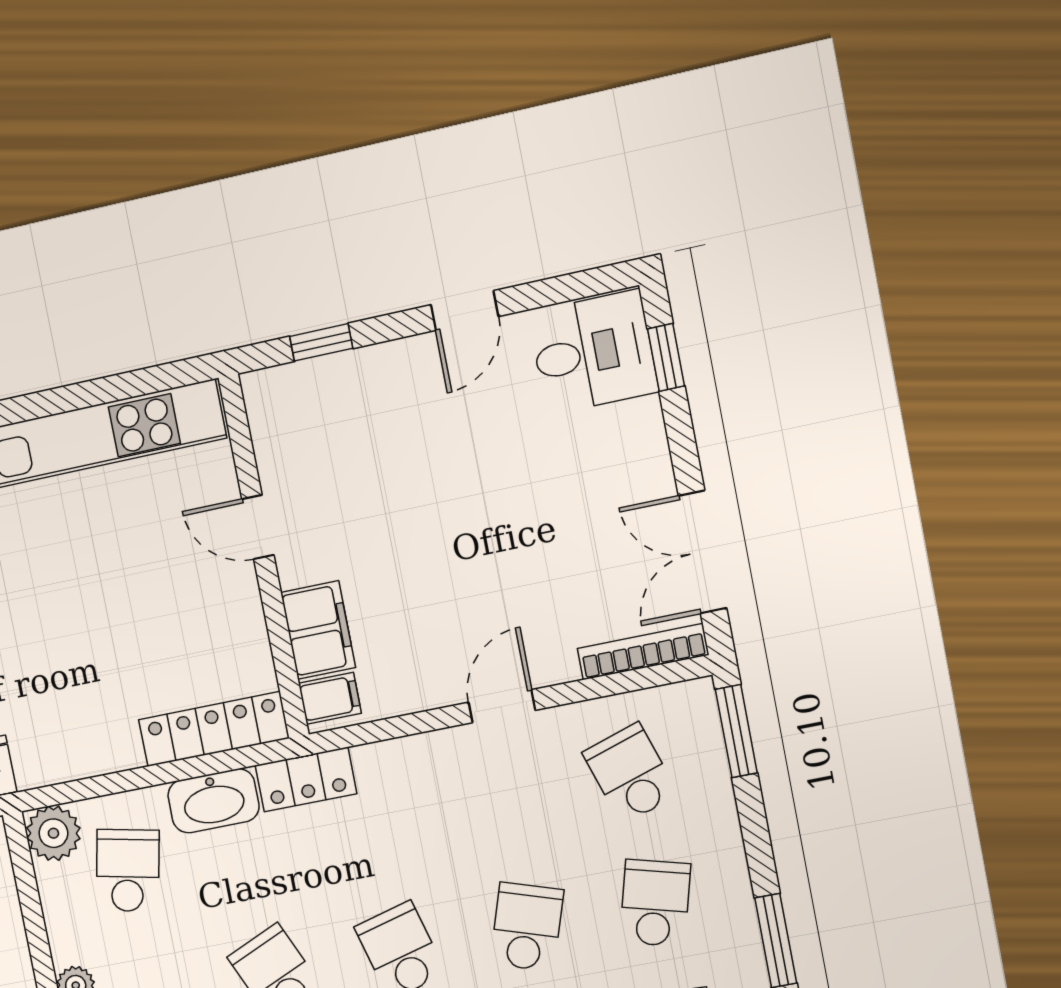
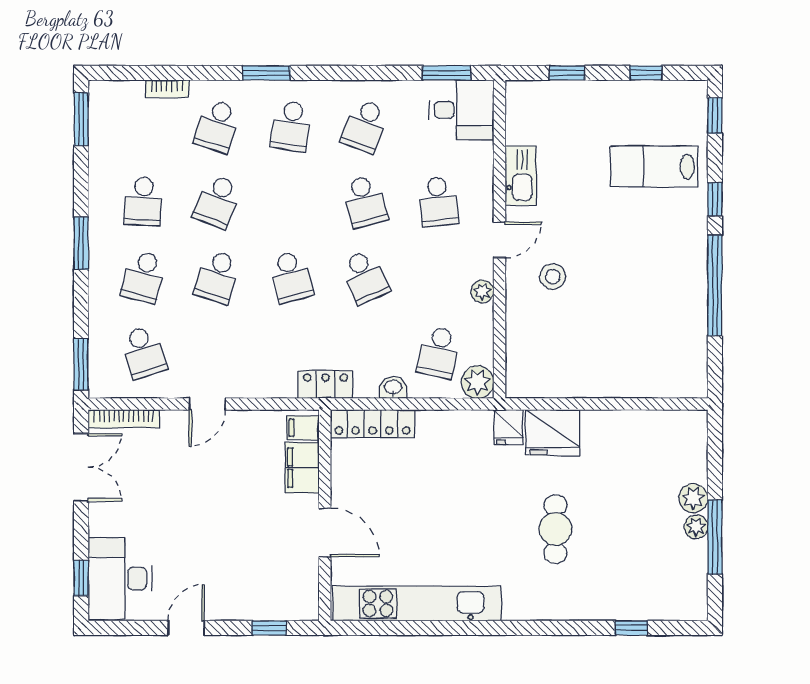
desk: (593, 352) -> (120, 579), width x1.37
door: (258, 527) -> (325, 533), width x1.38
washbasin: (213, 801) -> (393, 387), width x0.52, depth x0.69

